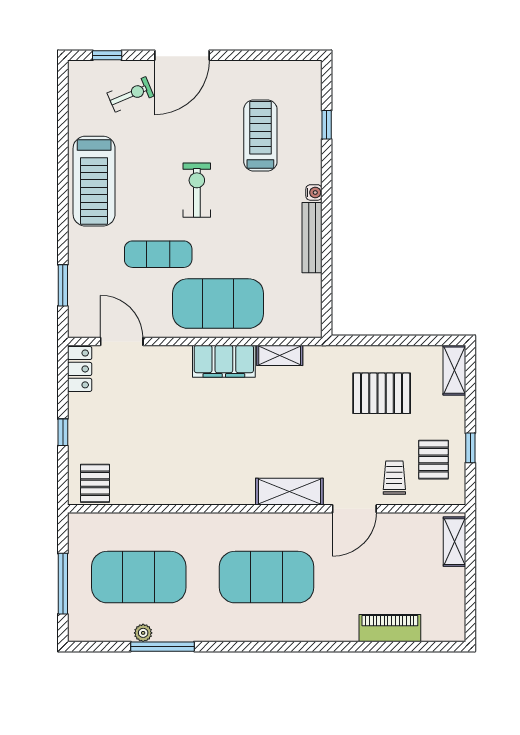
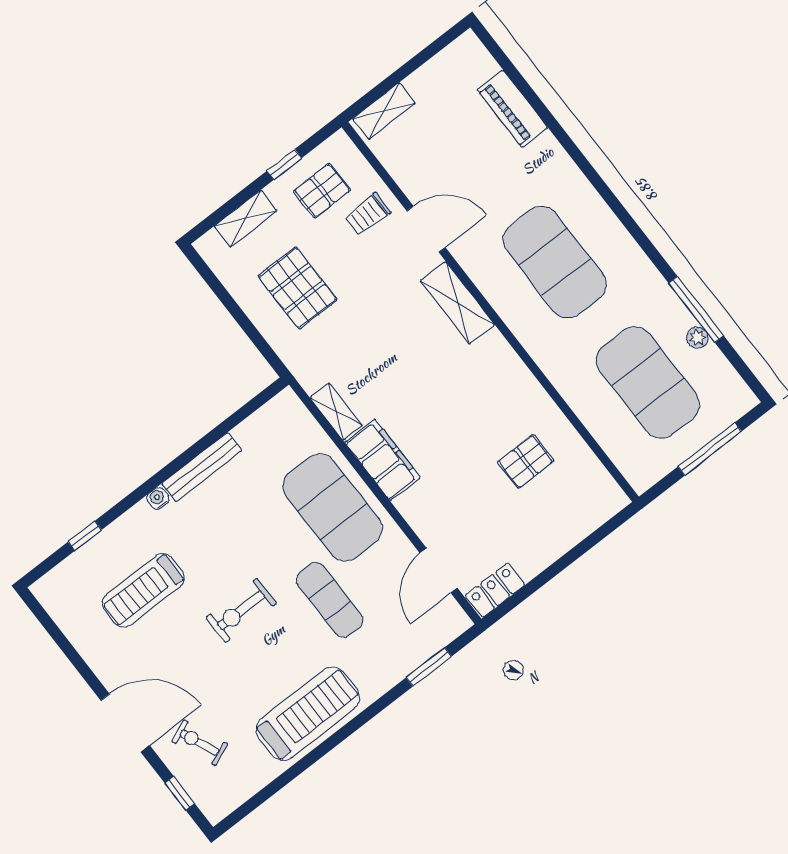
shelving: (454, 370) -> (246, 218), moved
window: (63, 432) -> (567, 560), removed
pallet: (95, 483) -> (526, 461), moved

